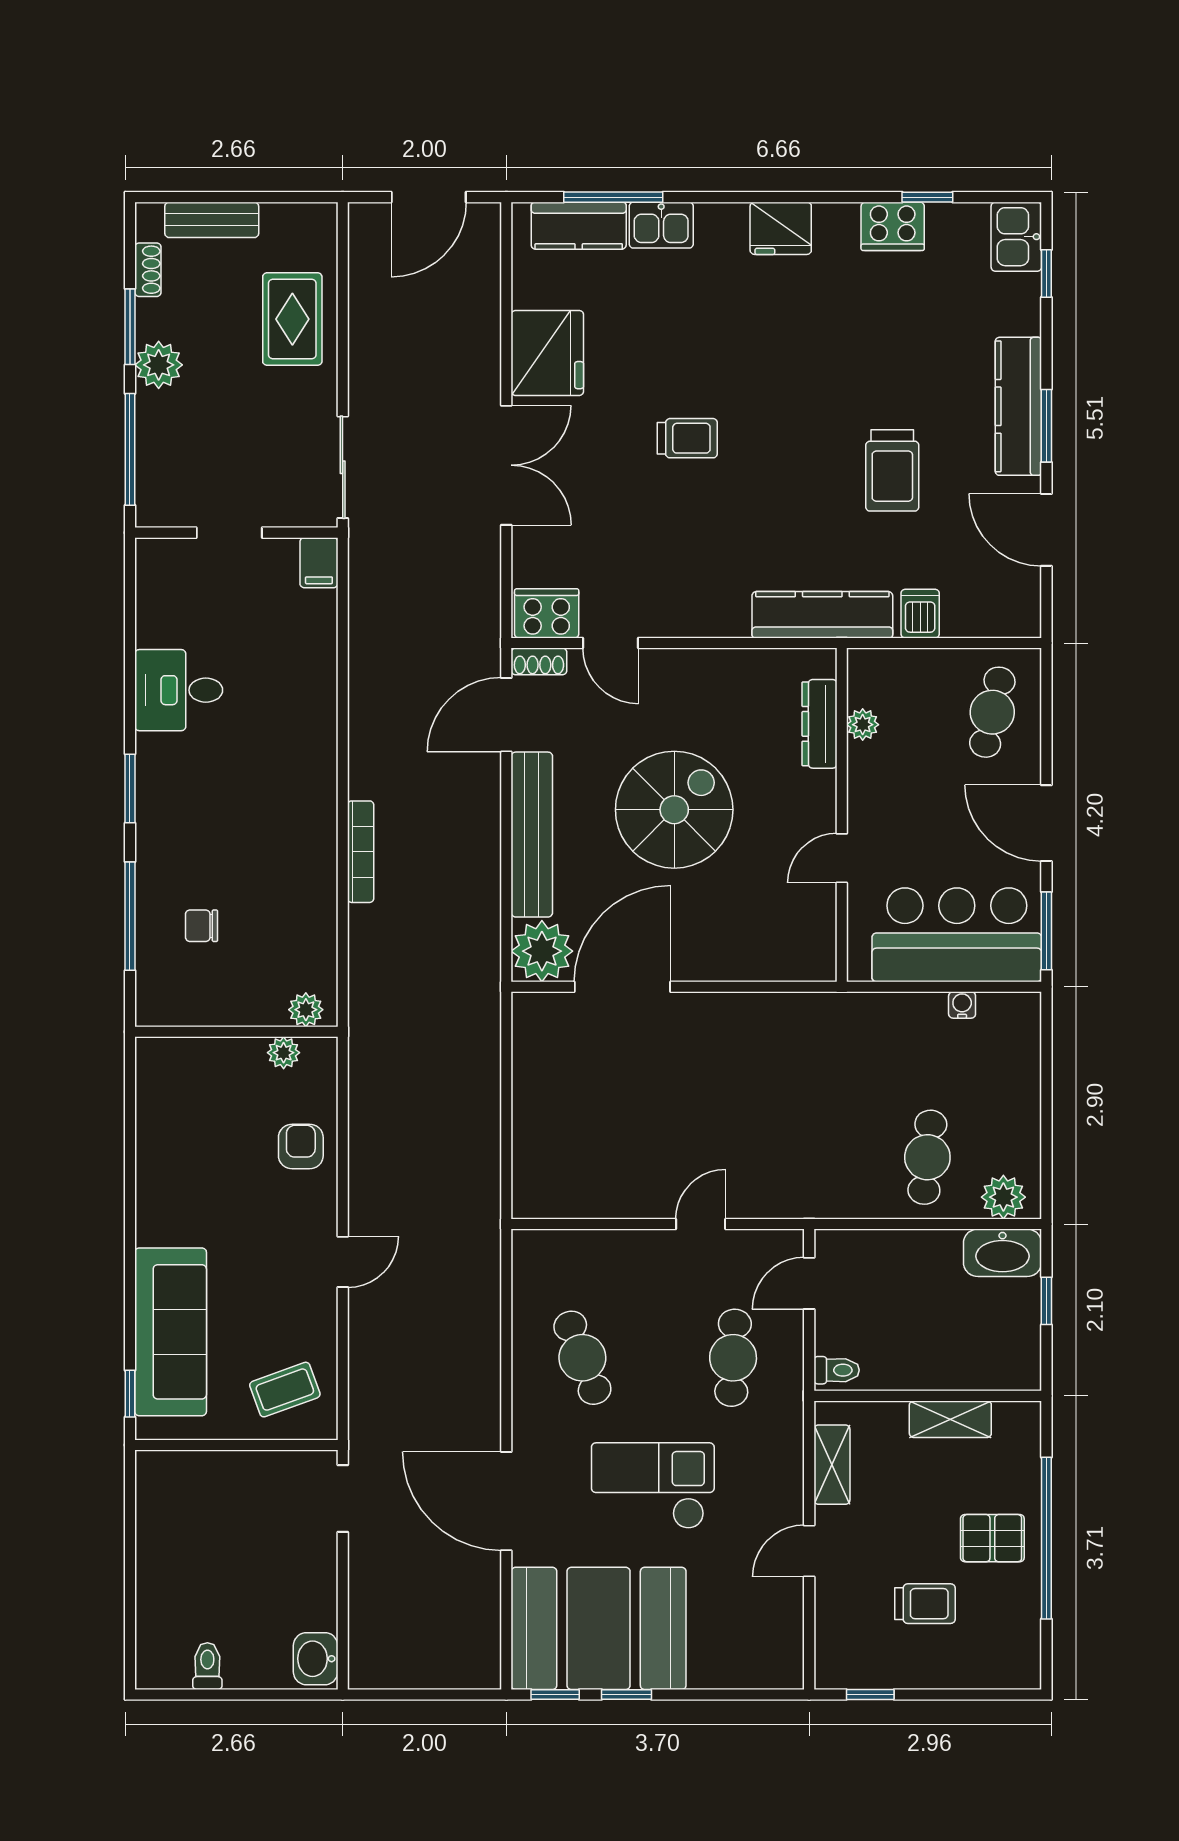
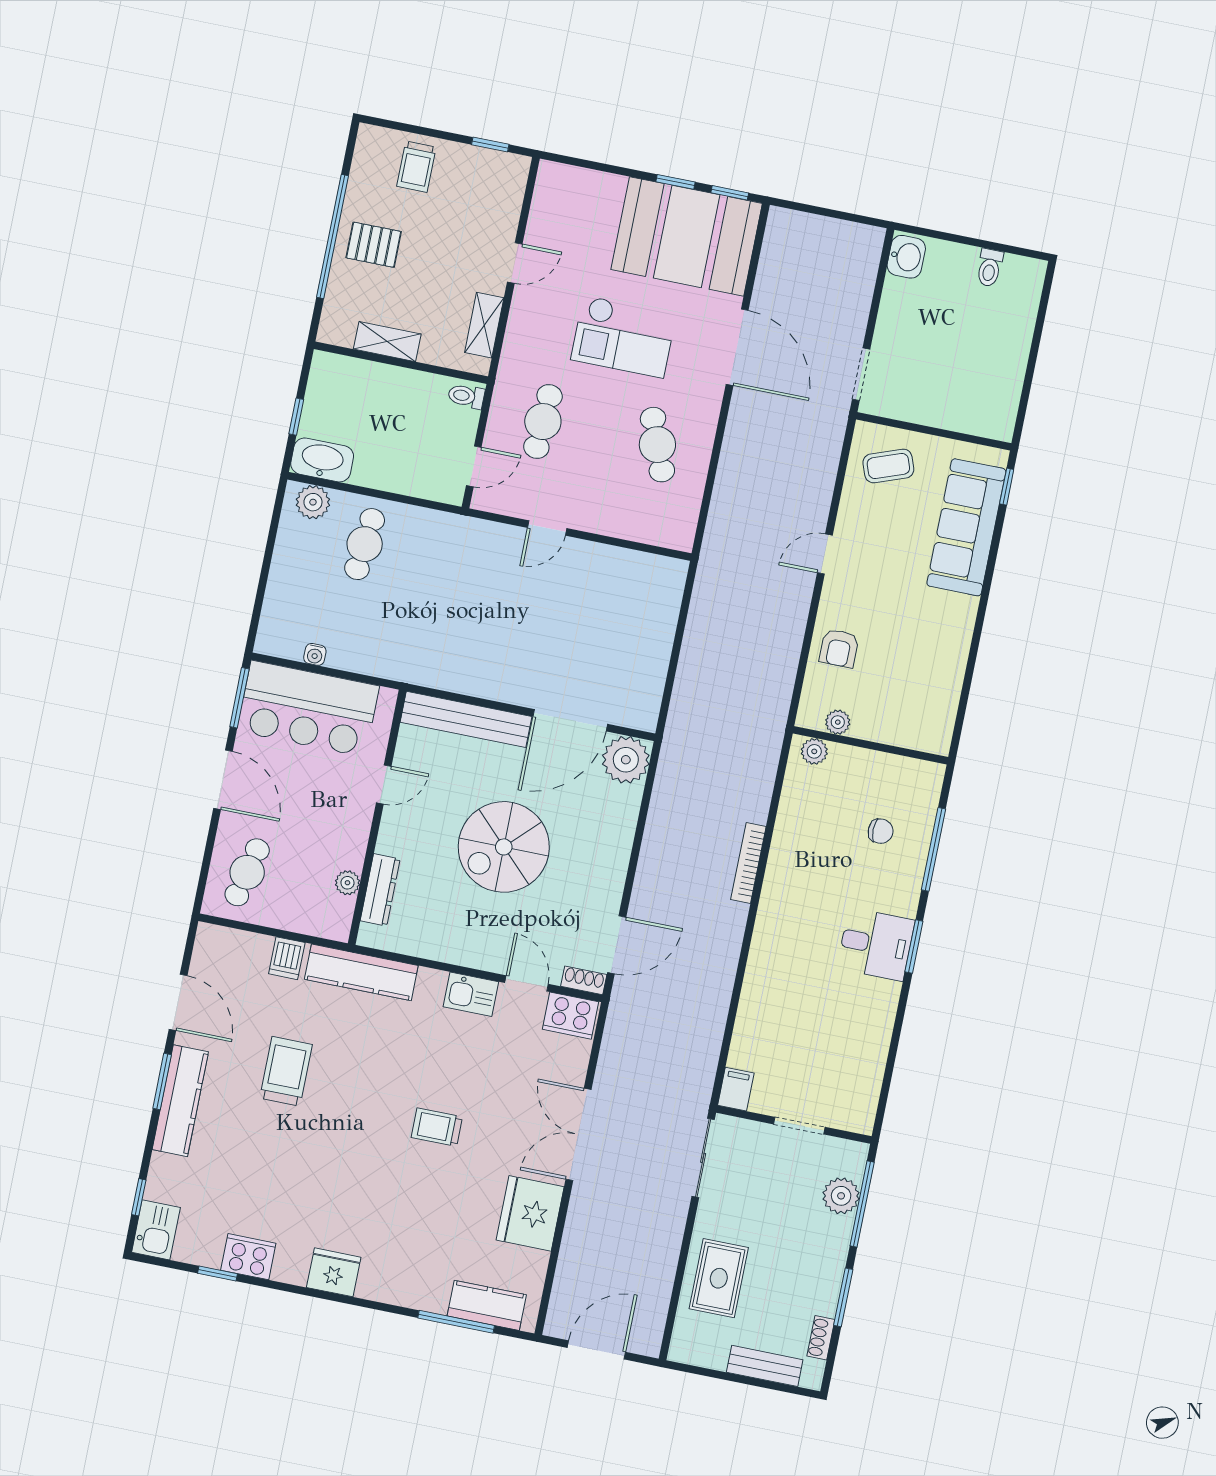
kitchen sink: (661, 225) -> (471, 994), moved, turned 180
plant: (159, 365) -> (841, 1196), moved
desk: (179, 690) -> (876, 944), moved
bench: (532, 835) -> (466, 719), moved, turned 90
trolley: (925, 1604) -> (416, 167), moved, turned -90

